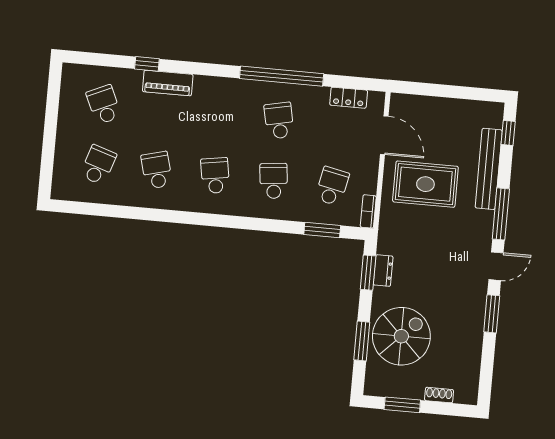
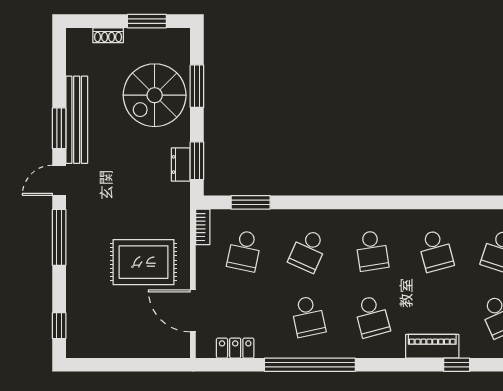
school desk: (221, 115) -> (372, 316), added
bench: (489, 169) -> (77, 120), moved
school desk: (274, 181) -> (308, 251), turned 30

